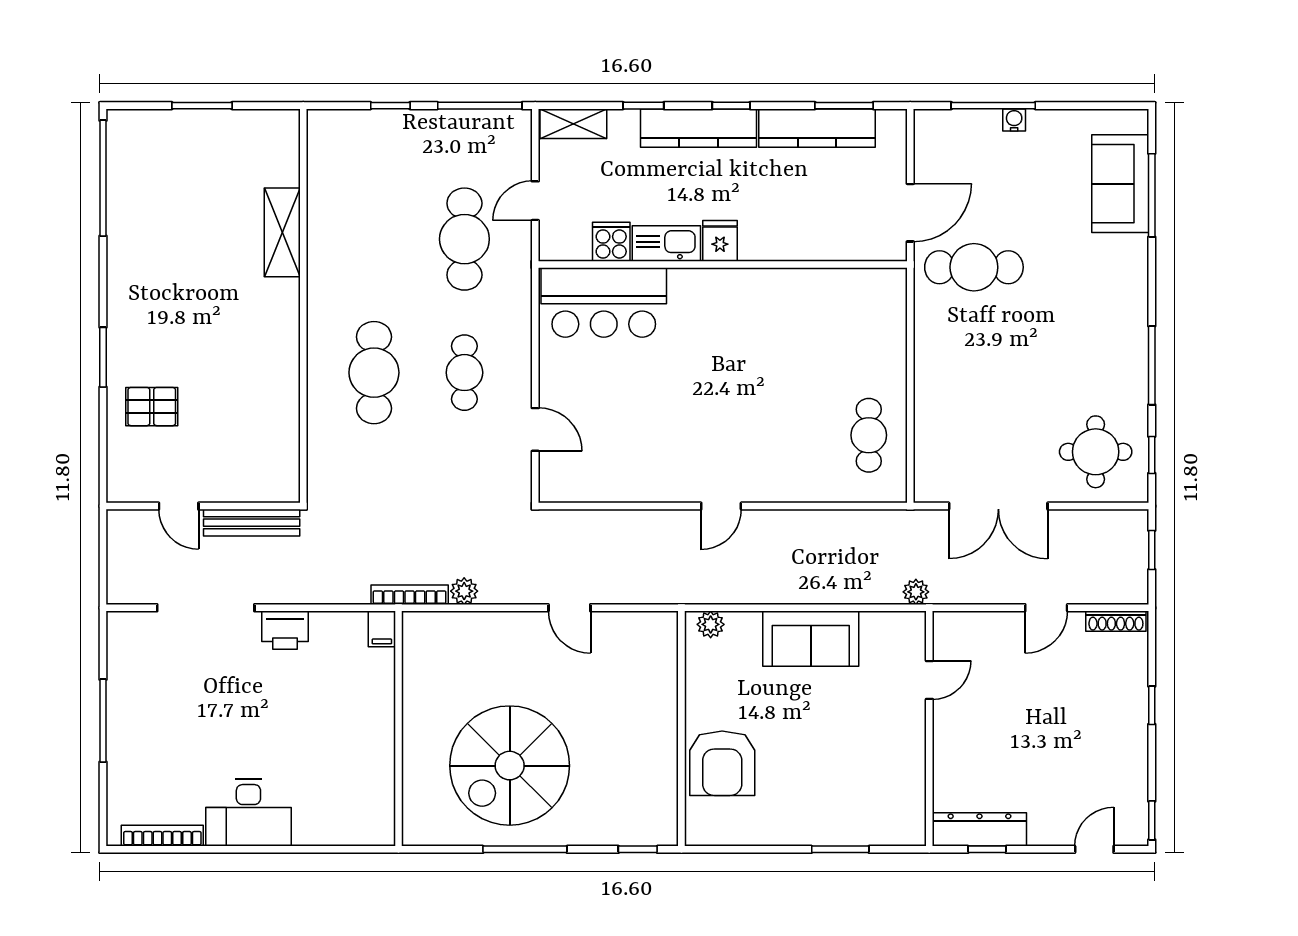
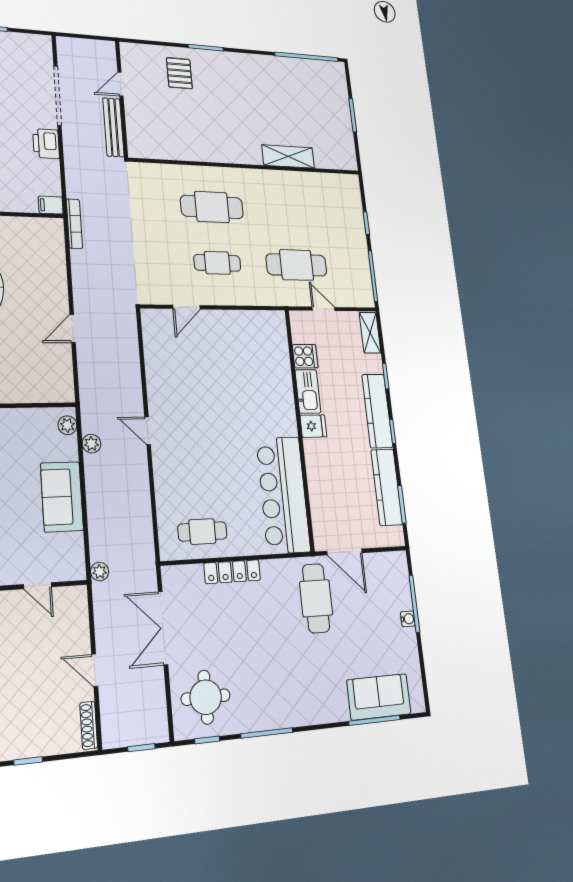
bar counter: (604, 303) -> (283, 495), moved, width x1.36
locker: (928, 395) -> (232, 572), added
plant: (464, 591) -> (91, 444), moved

